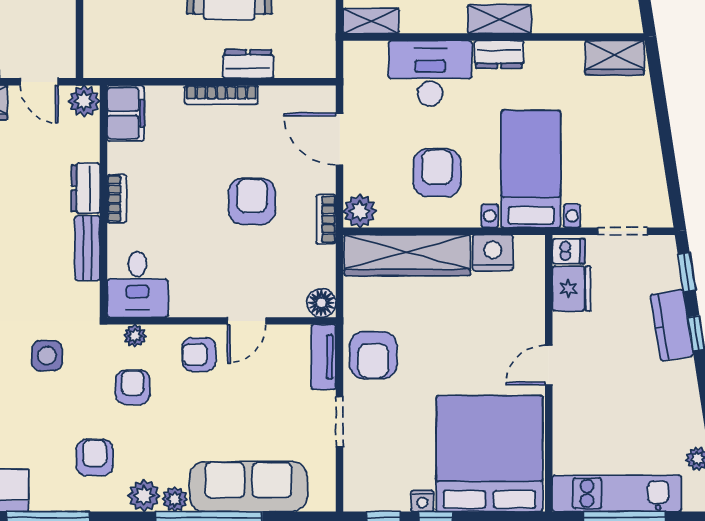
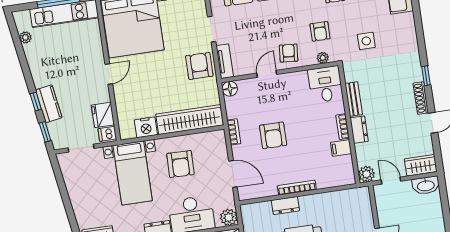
filing cabinet: (126, 113) -> (341, 148), moved, width x0.50
plant: (360, 211) -> (229, 217), moved
armchair: (199, 354) -> (289, 53), turned -85

